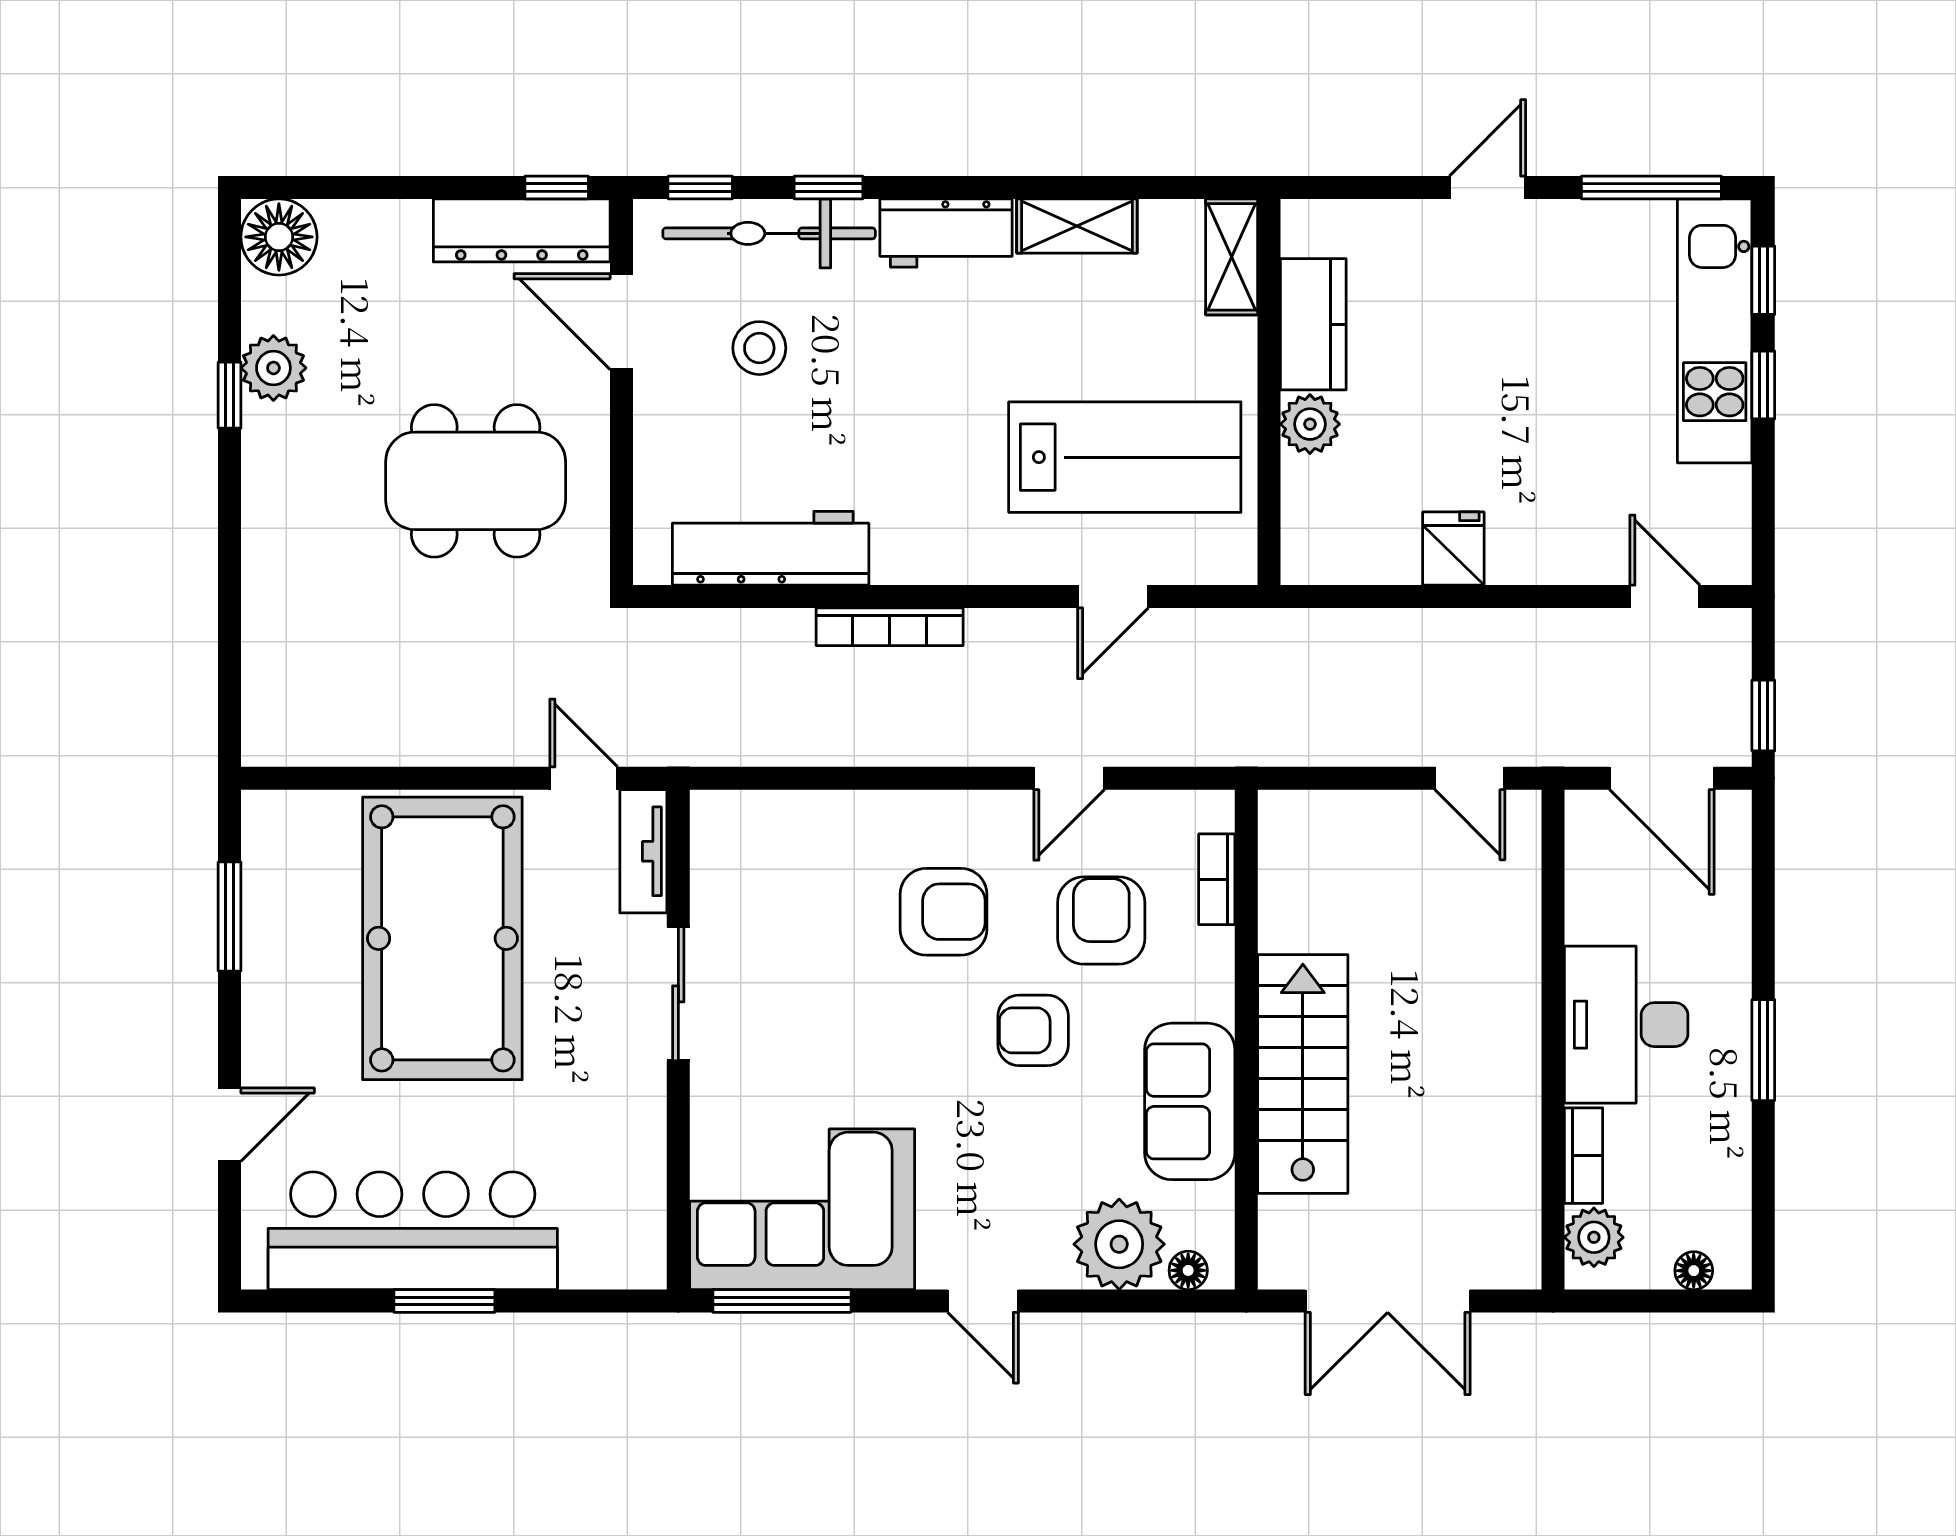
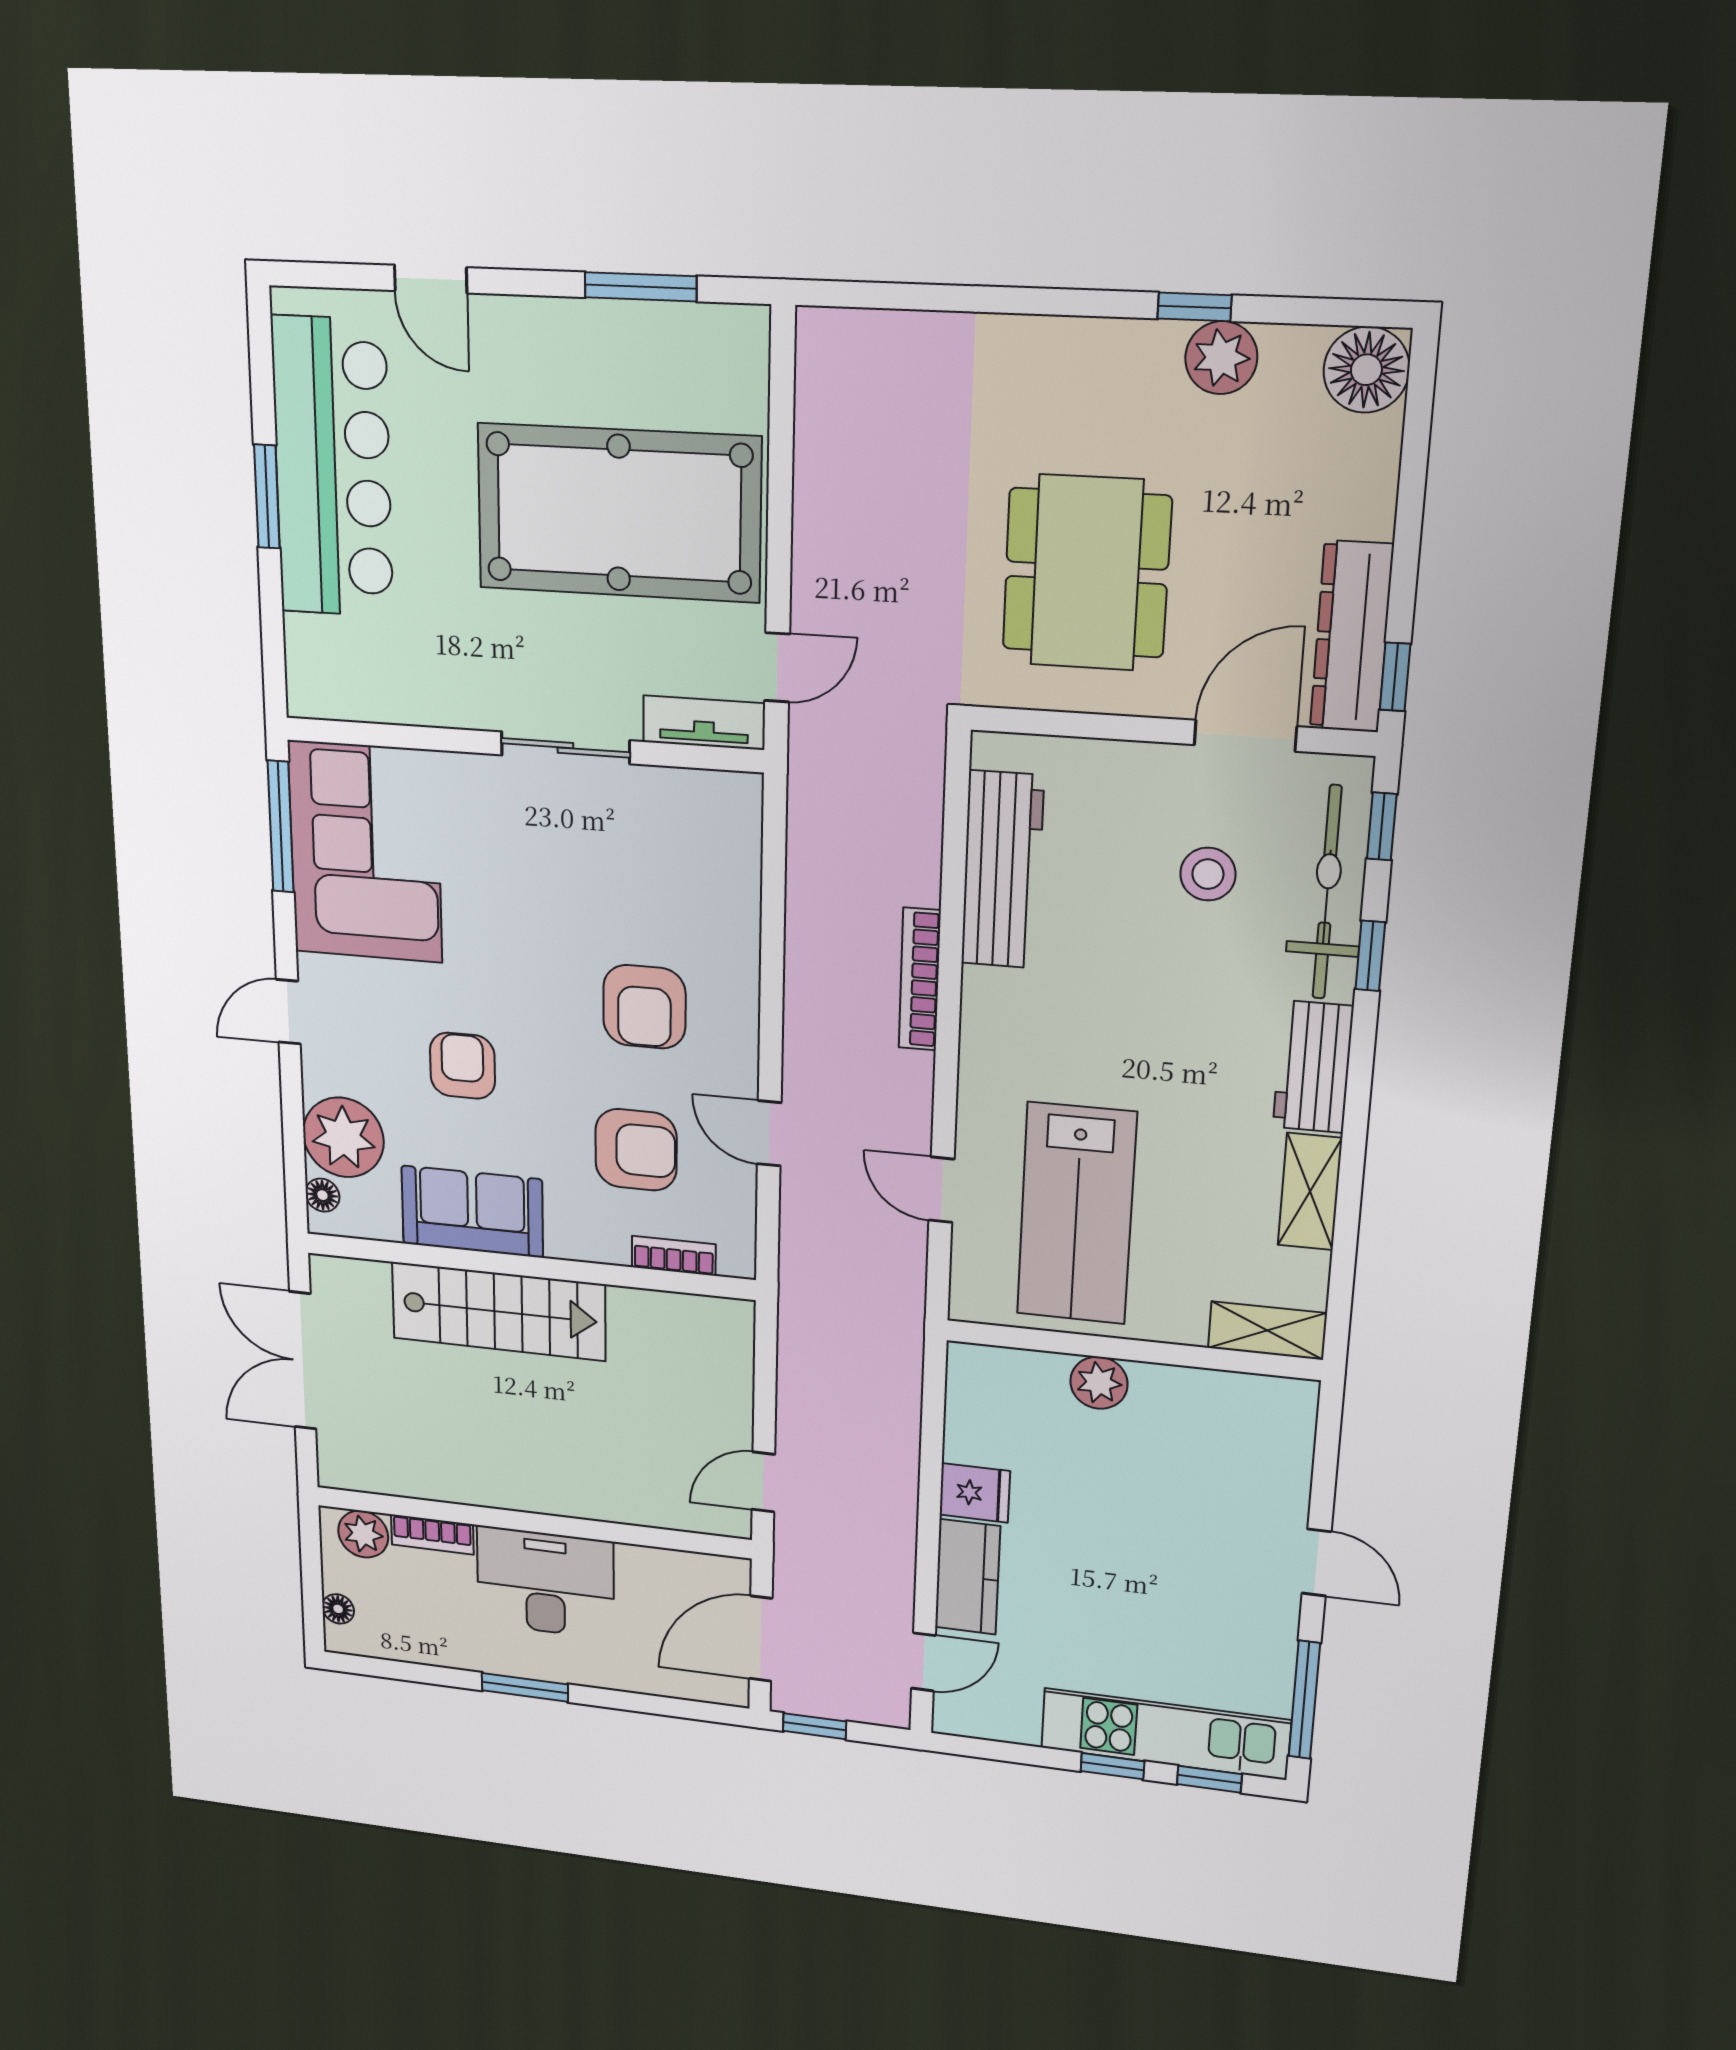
kitchen counter: (1313, 324) -> (968, 1577), moved, turned -90
armchair: (1033, 1030) -> (462, 1066), moved

